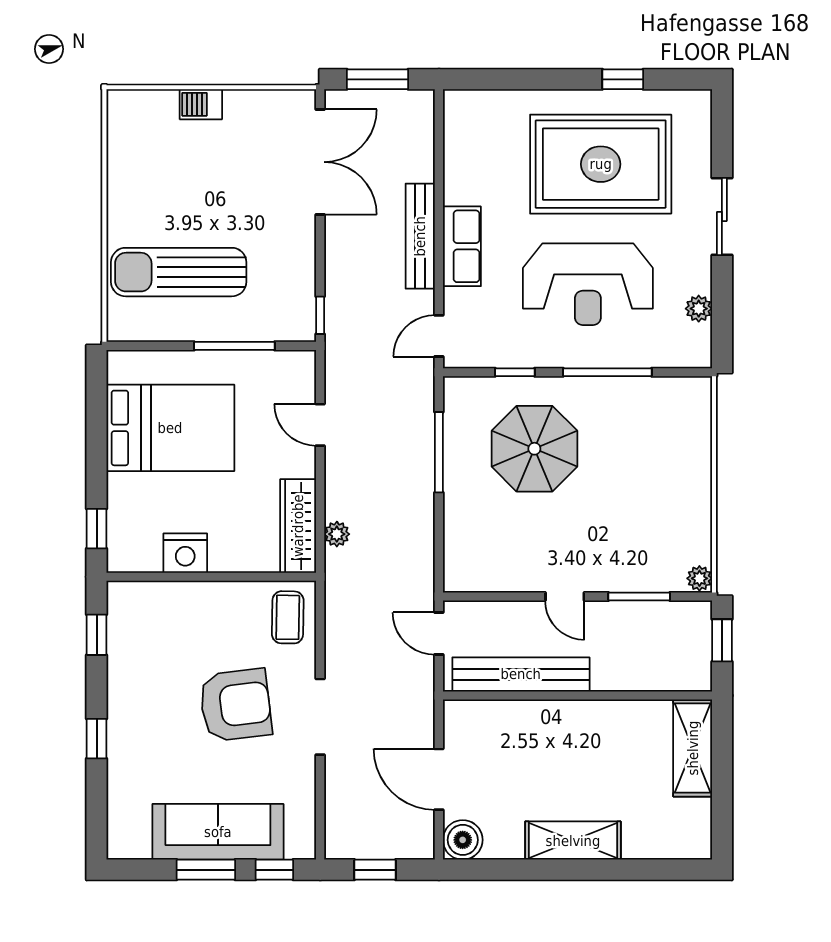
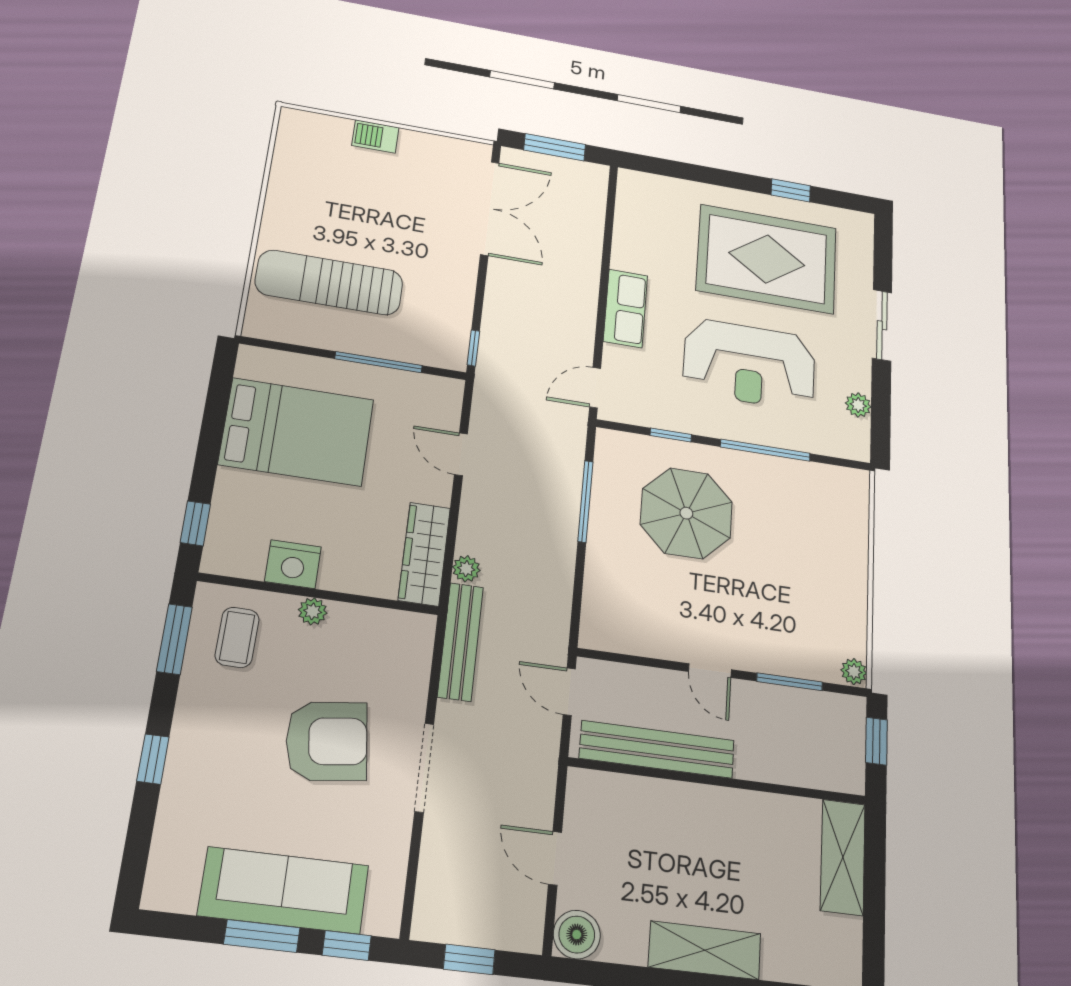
bench: (420, 236) -> (460, 642), moved
plant: (208, 593) -> (313, 611), added
coffee table: (288, 617) -> (237, 637), moved
window: (97, 635) -> (175, 639), width x1.50
door: (439, 779) -> (555, 858), width x0.73

